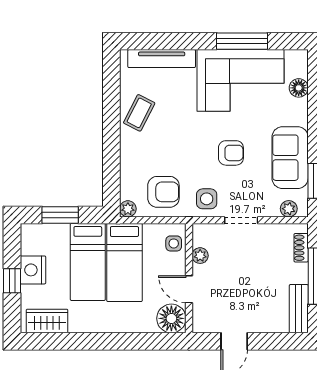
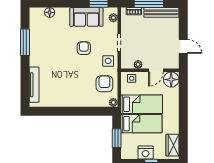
corner sofa: (240, 80) -> (46, 43), removed
coffee table: (139, 113) -> (63, 97), removed
bench: (299, 309) -> (161, 12), width x1.36

